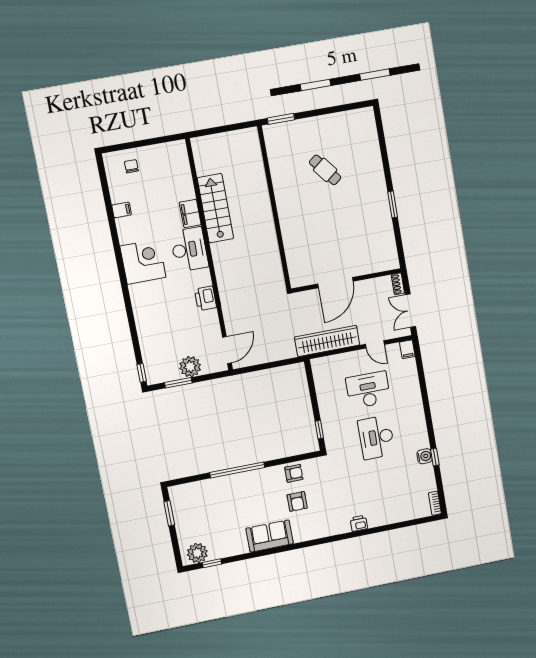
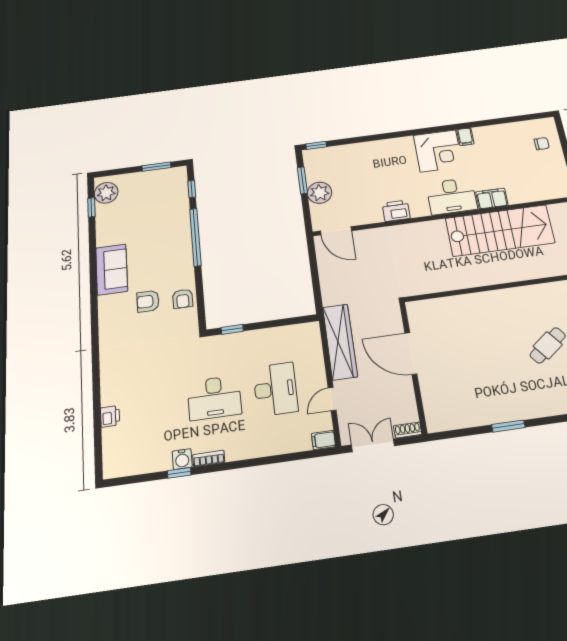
stairs: (215, 208) -> (500, 231), width x1.36, depth x1.51
filing cabinet: (122, 210) -> (465, 137), moved
desk: (376, 437) -> (214, 398), turned 180
window: (191, 479) -> (192, 189), added
bookcase: (435, 503) -> (209, 458), moved
printer: (359, 523) -> (110, 416), moved

